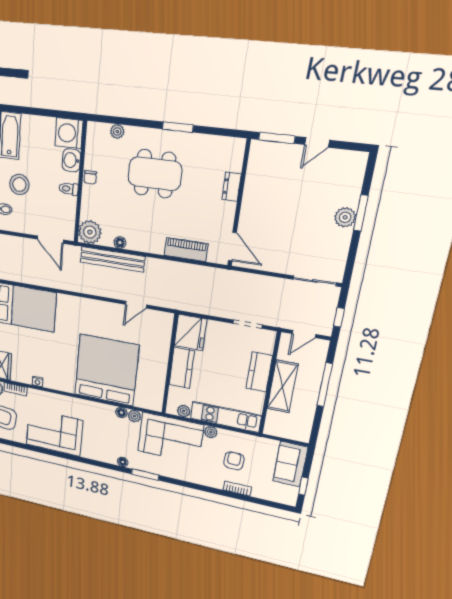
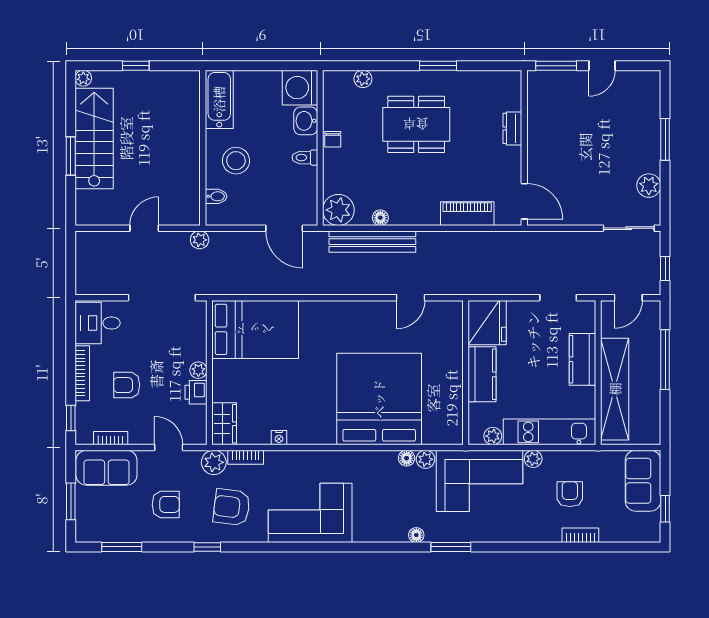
plant: (345, 217) -> (649, 186), moved
shelving: (283, 386) -> (615, 389), width x1.47

